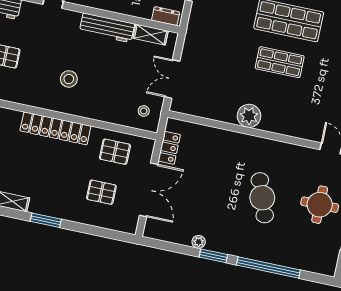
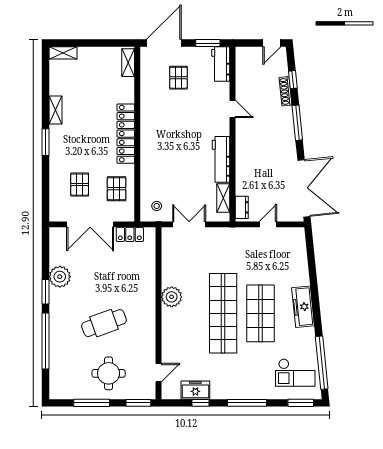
shop shelf: (280, 62) -> (223, 313), width x2.00, depth x1.36
stool: (69, 79) -> (170, 136), removed
plant: (199, 242) -> (60, 277), width x1.87, depth x1.87

